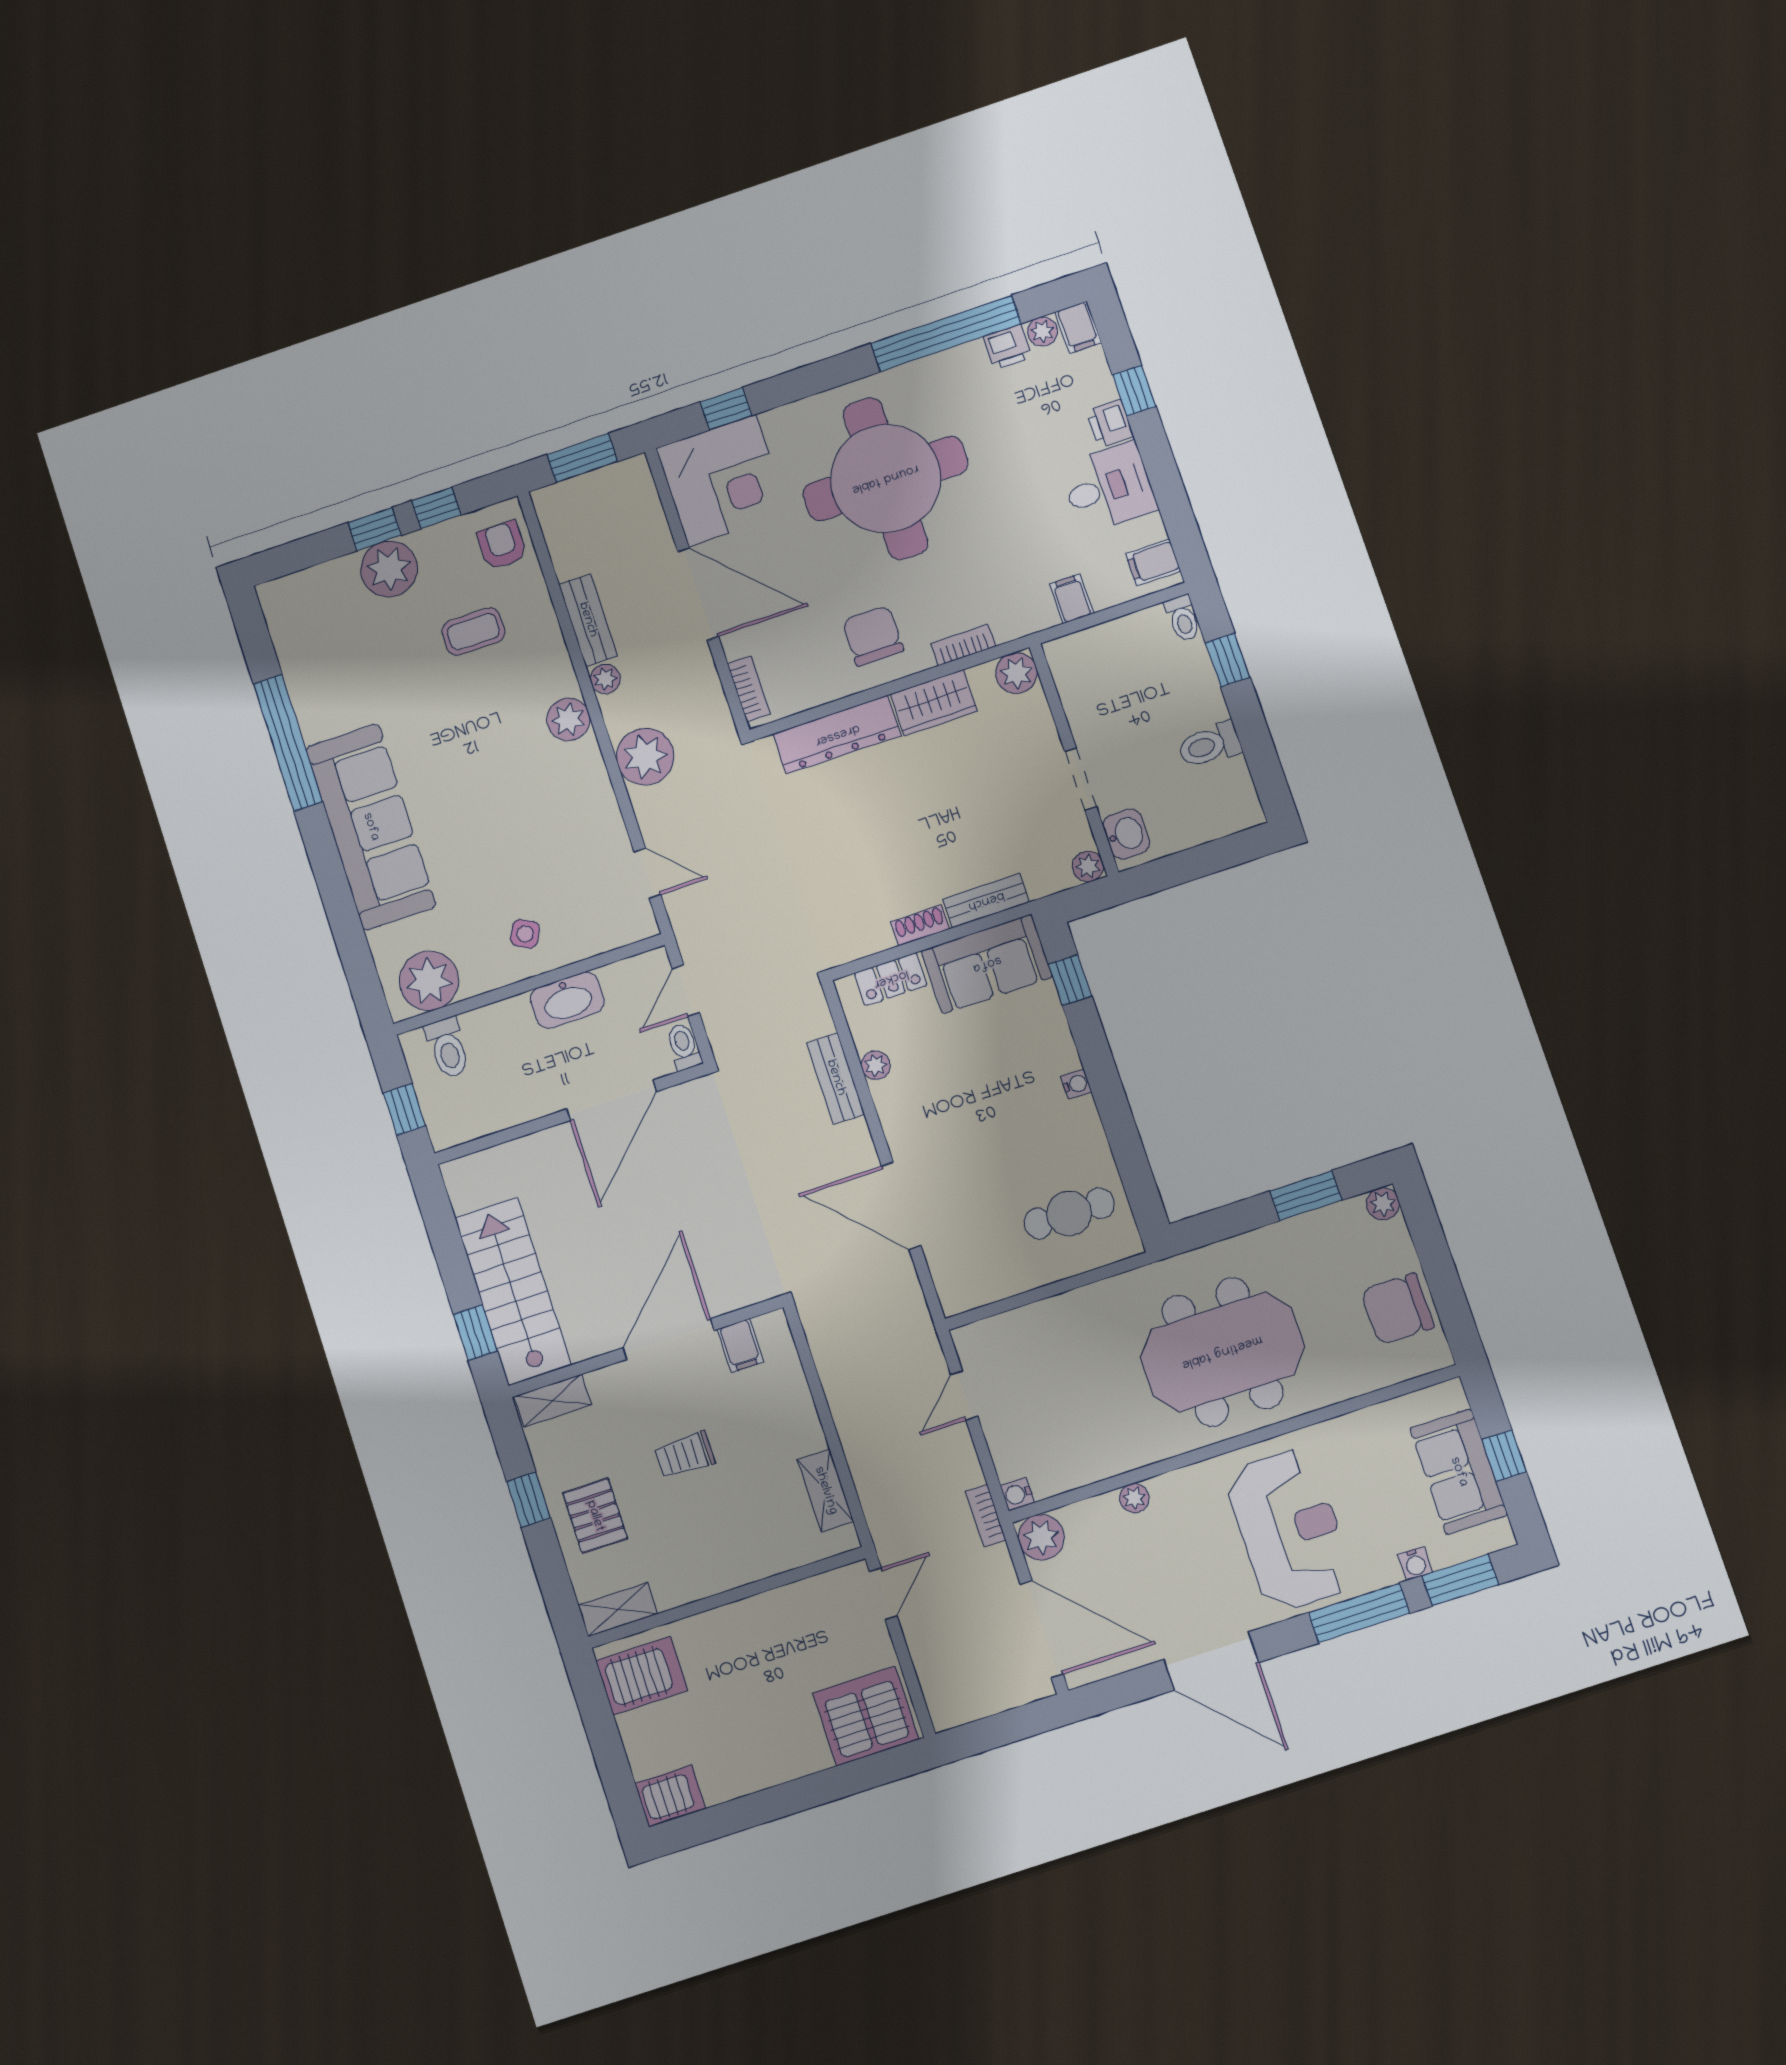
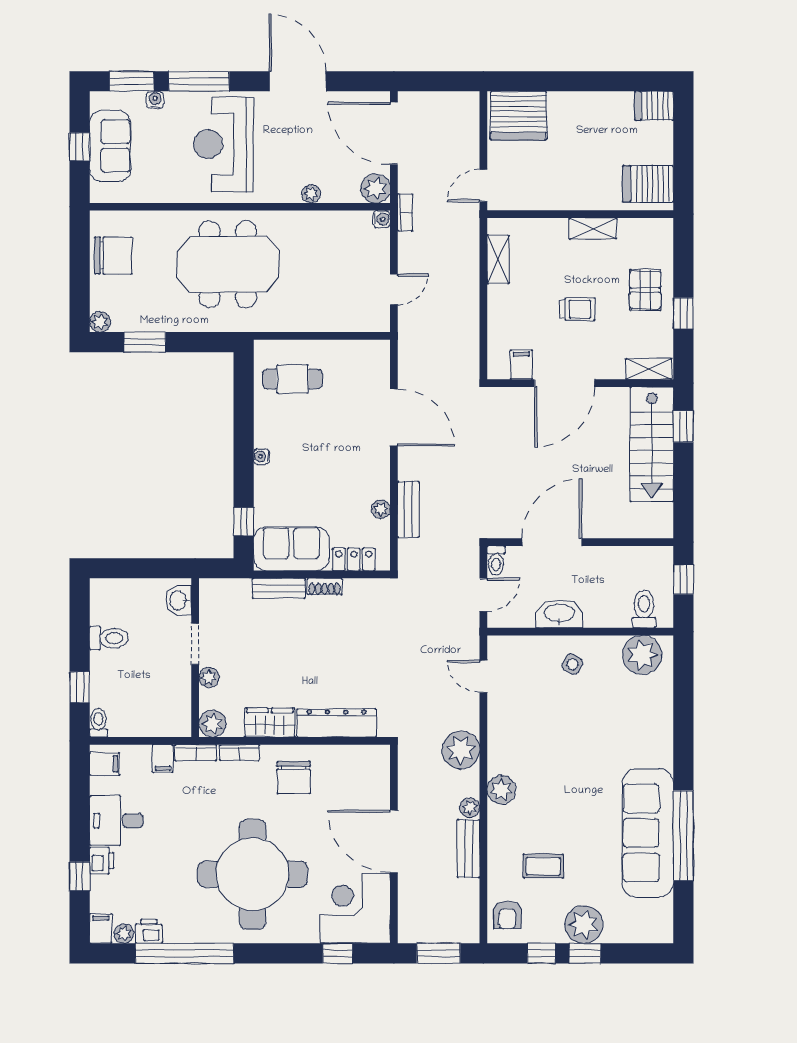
bookcase: (749, 689) -> (196, 753), moved, turned -90
sofa: (371, 827) -> (648, 833), moved
plant: (1088, 866) -> (209, 677), moved
shelving: (618, 1610) -> (593, 229), moved

